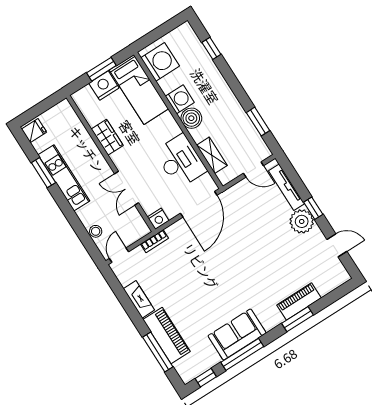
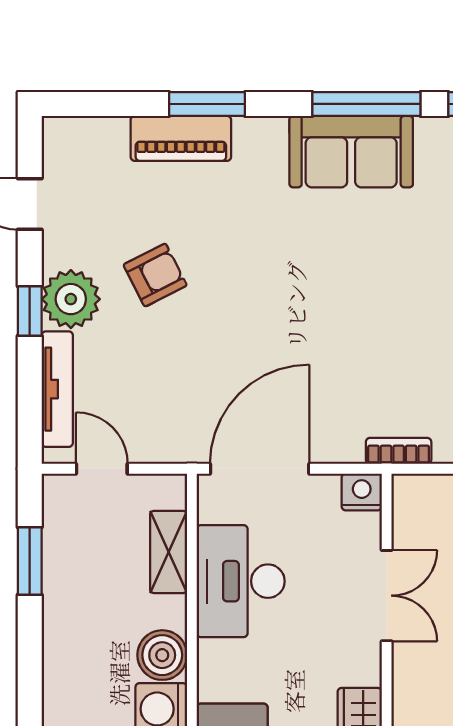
armchair: (278, 248) -> (155, 275), added

